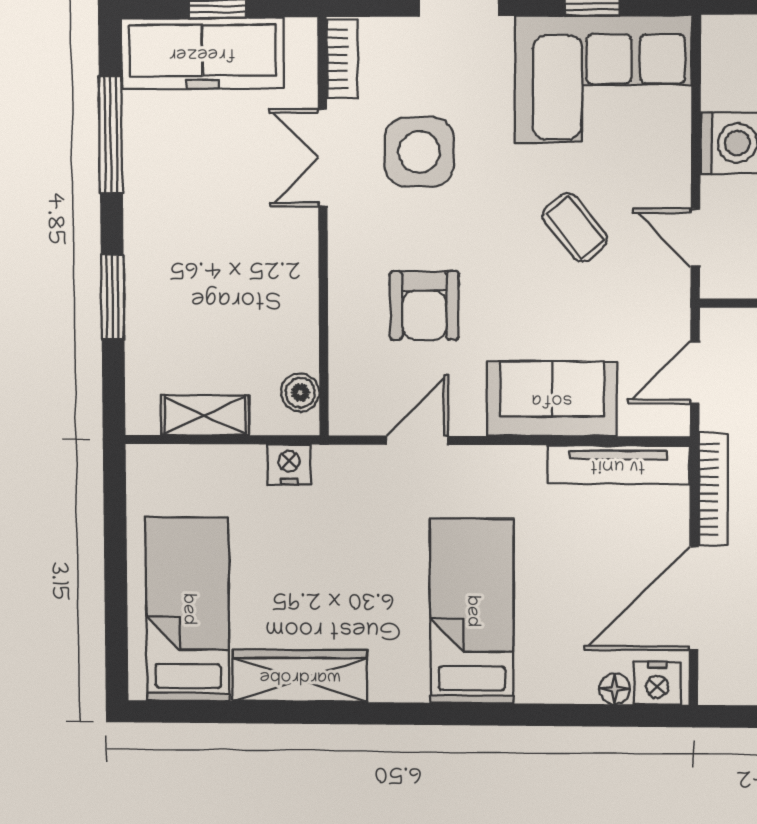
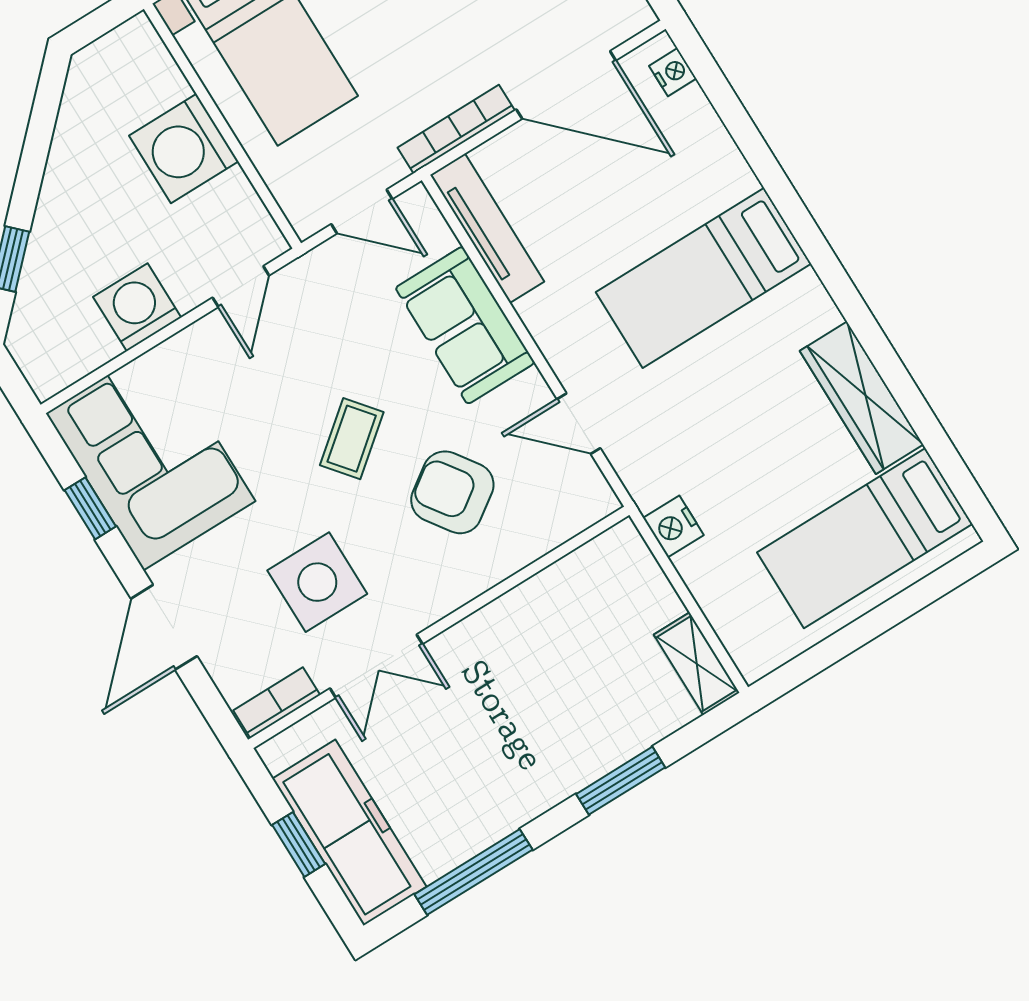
coffee table: (575, 227) -> (352, 439), moved
armchair: (424, 305) -> (452, 492), turned -125
boiler: (300, 393) -> (601, 556), removed
shelving: (205, 415) -> (697, 664), moved
nightstand: (657, 683) -> (673, 72), width x0.72, depth x0.74
floor lamp: (615, 689) -> (693, 104), removed

